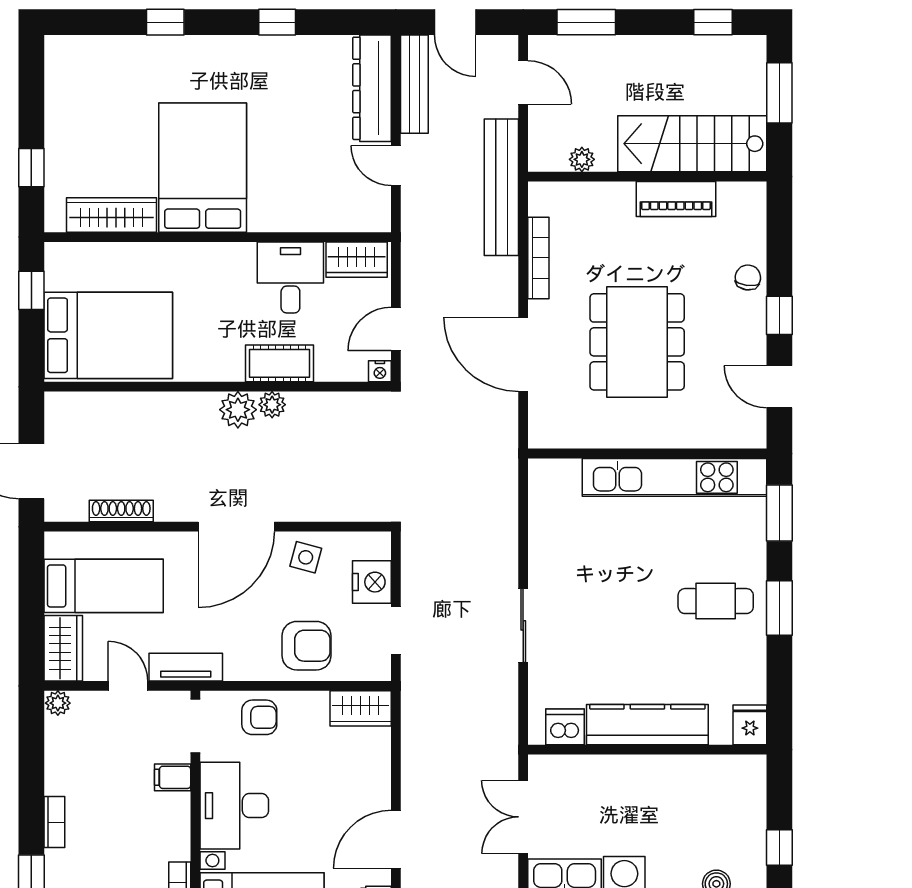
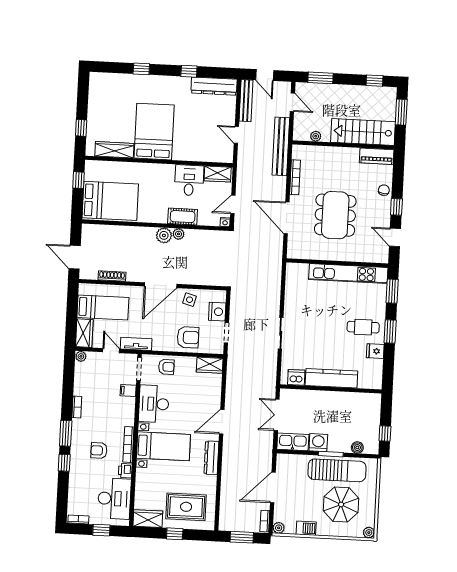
dresser: (372, 88) -> (214, 86), moved, turned -90
piano: (676, 199) -> (377, 156), moved
fridge: (750, 725) -> (375, 351), moved, turned -90

